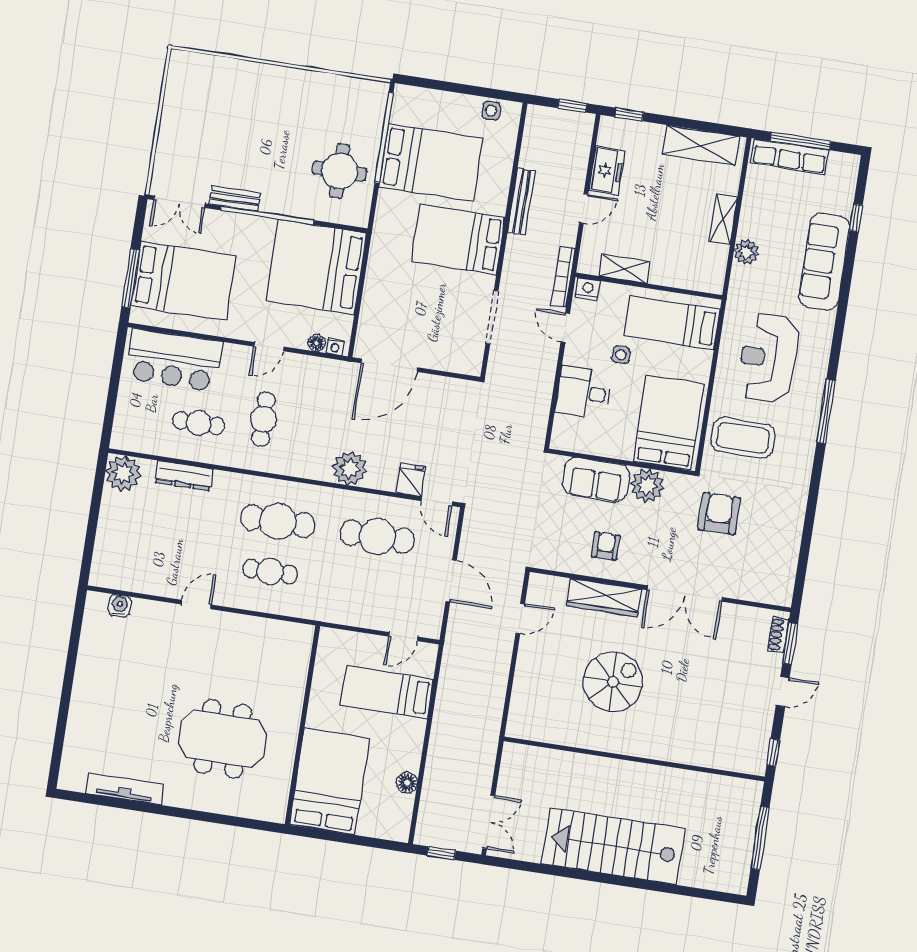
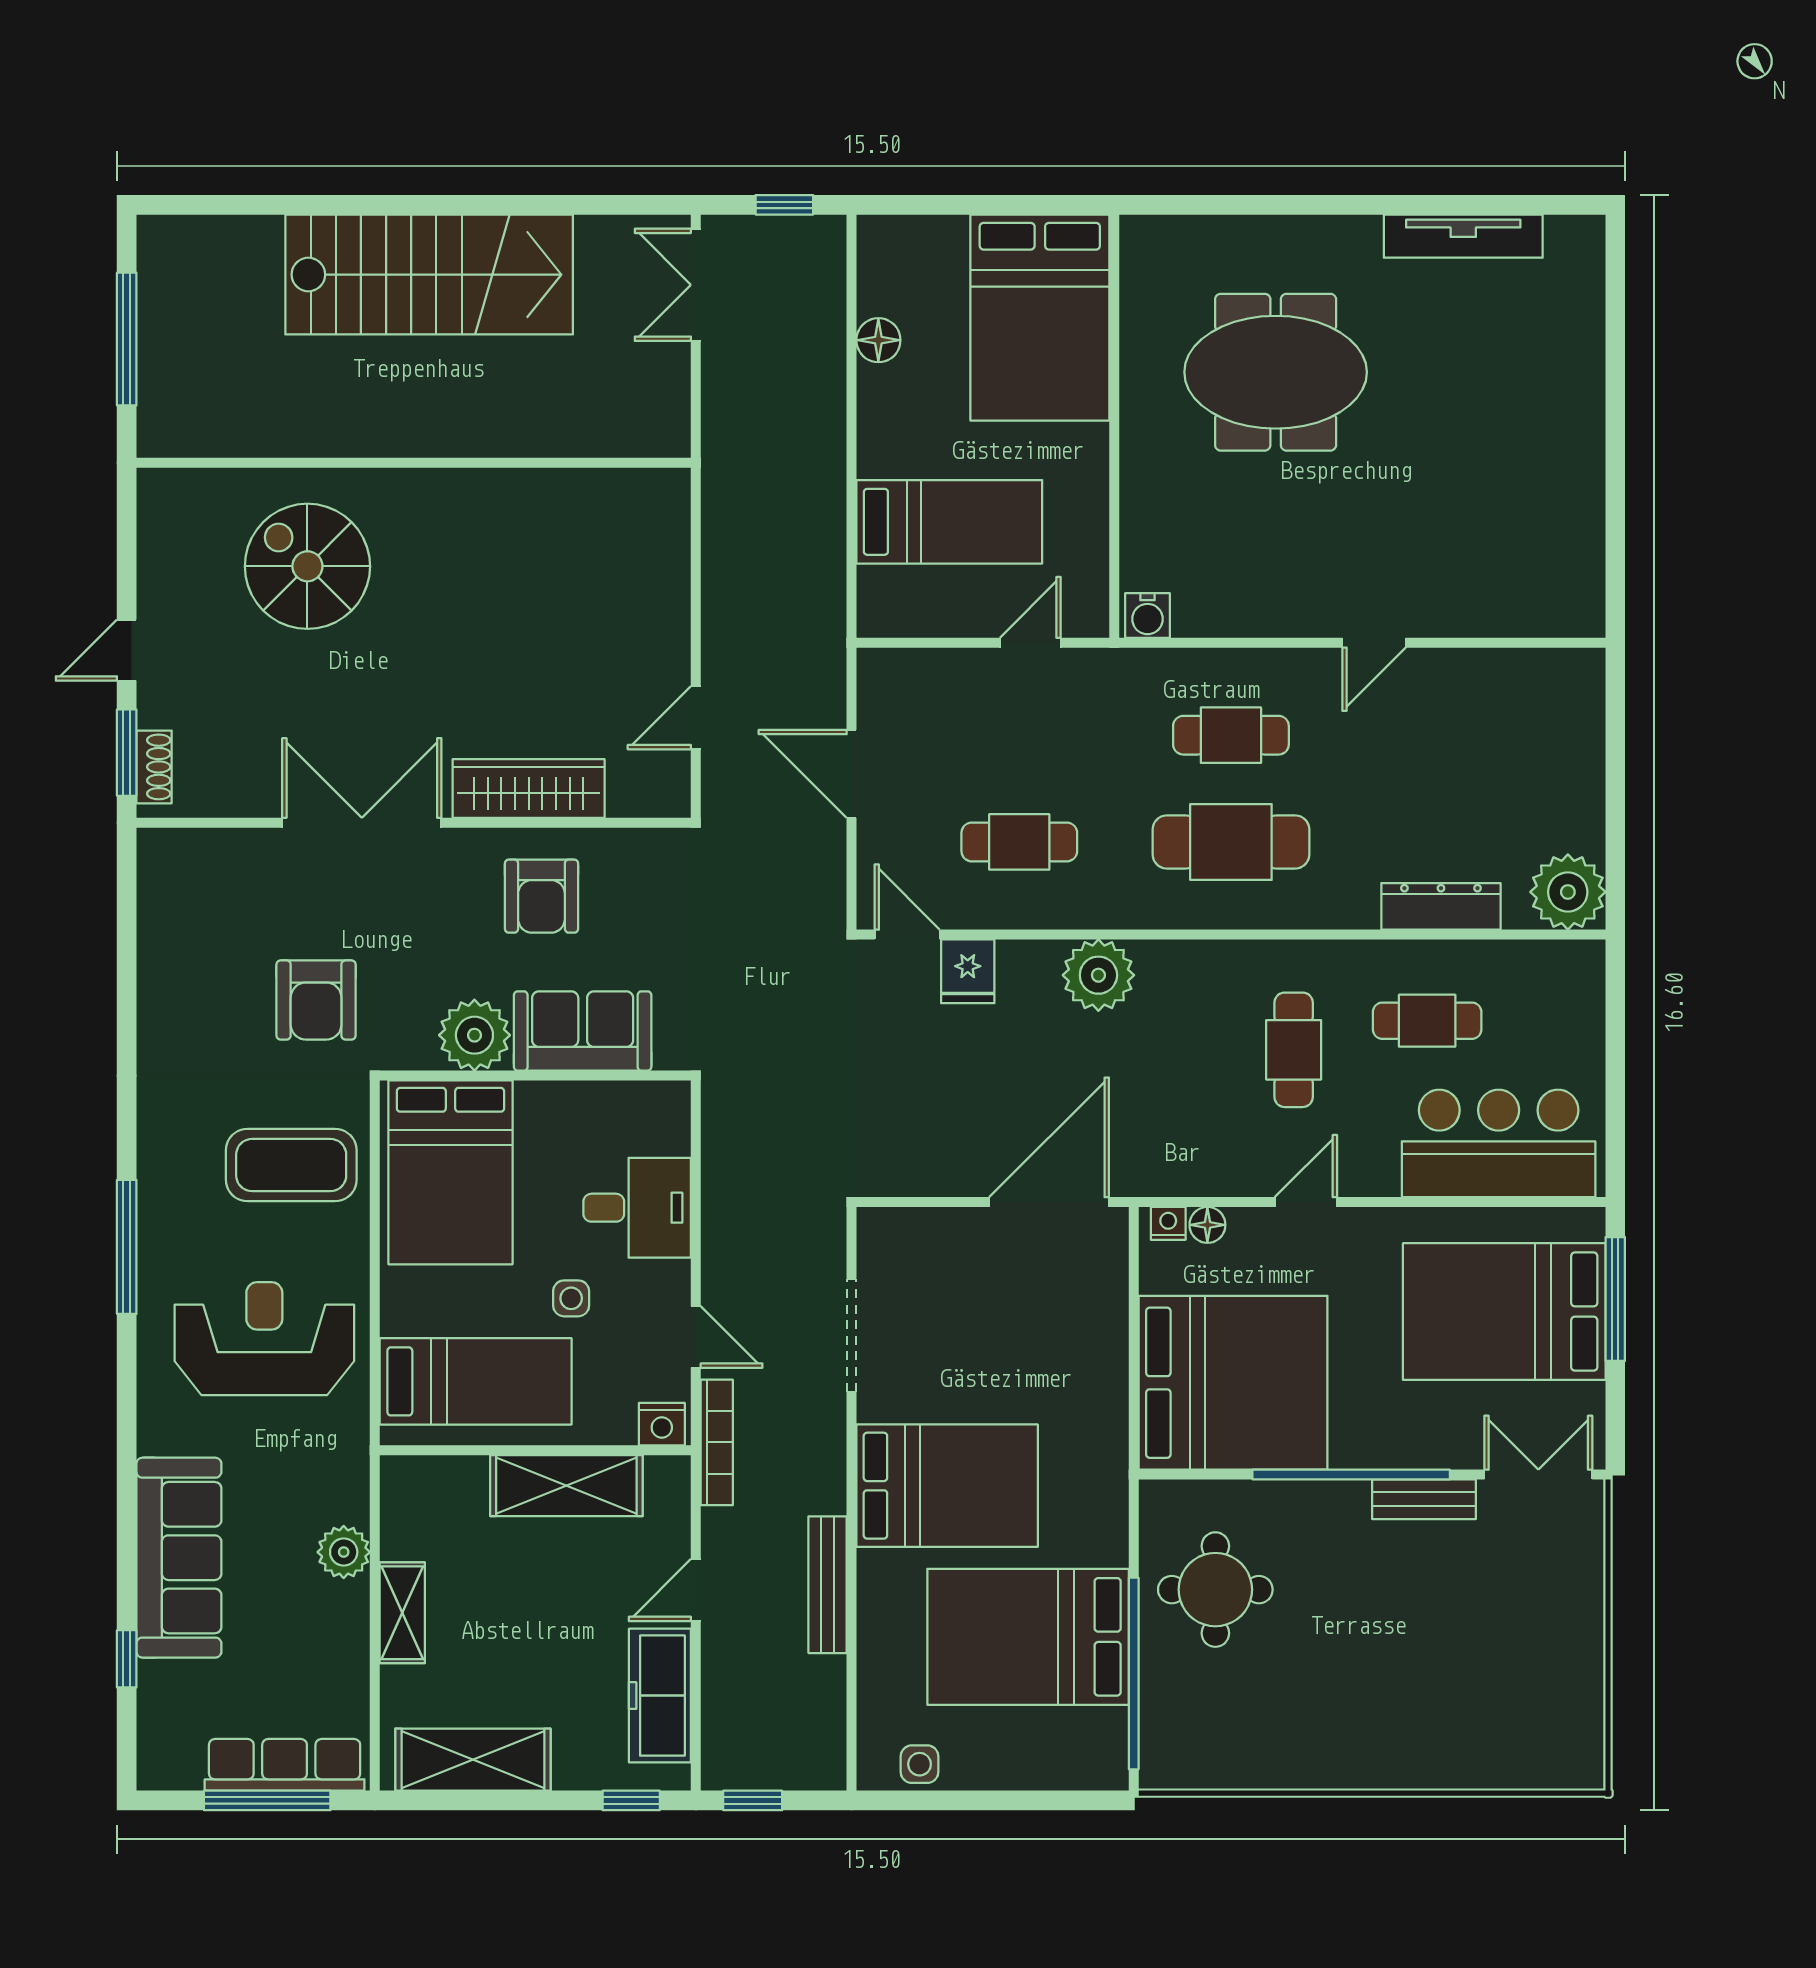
freezer: (607, 171) -> (660, 1696), width x1.40
shelving: (624, 269) -> (566, 1486), width x1.50, depth x1.33
reception desk: (768, 358) -> (264, 1339), turned -90
cafe table: (377, 537) -> (1019, 842), width x0.73, depth x0.74
armchair: (606, 546) -> (541, 896), width x1.38, depth x1.38
water cooler: (120, 606) -> (1147, 615), moved
door: (403, 637) -> (1030, 643), moved
spiral stairs: (613, 682) -> (307, 566), moved, turned 90
window: (773, 753) -> (127, 521), removed

